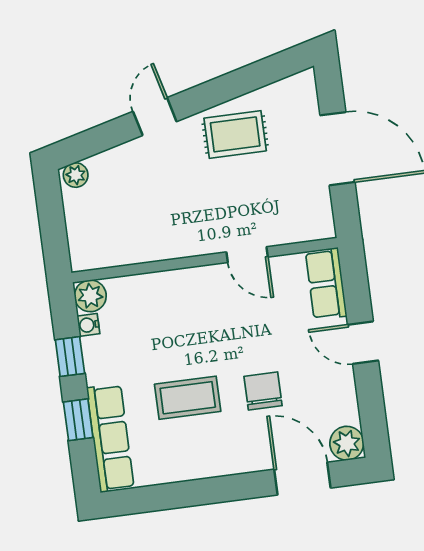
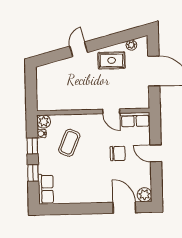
plant: (76, 175) -> (131, 45), moved
row of seats: (326, 284) -> (135, 120), moved, turned -90
chair: (263, 391) -> (118, 153), moved, turned 90
coffee table: (188, 398) -> (69, 143), moved, turned -67
row of seats: (110, 438) -> (46, 189), width x0.68

